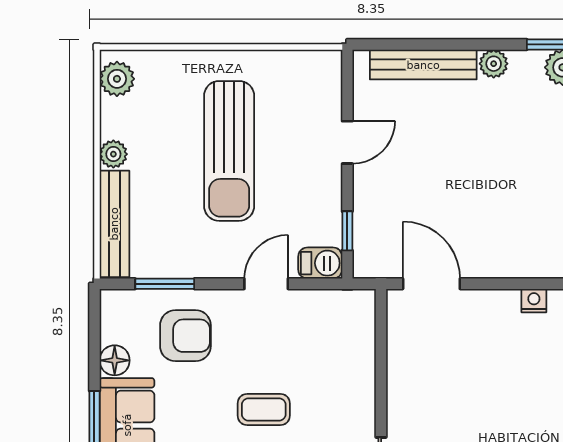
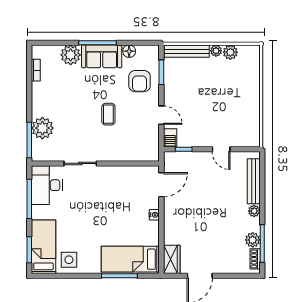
plant: (117, 79) -> (230, 52), moved
sun lounger: (229, 151) -> (217, 99), removed
nightstand: (534, 301) -> (154, 215), moved

